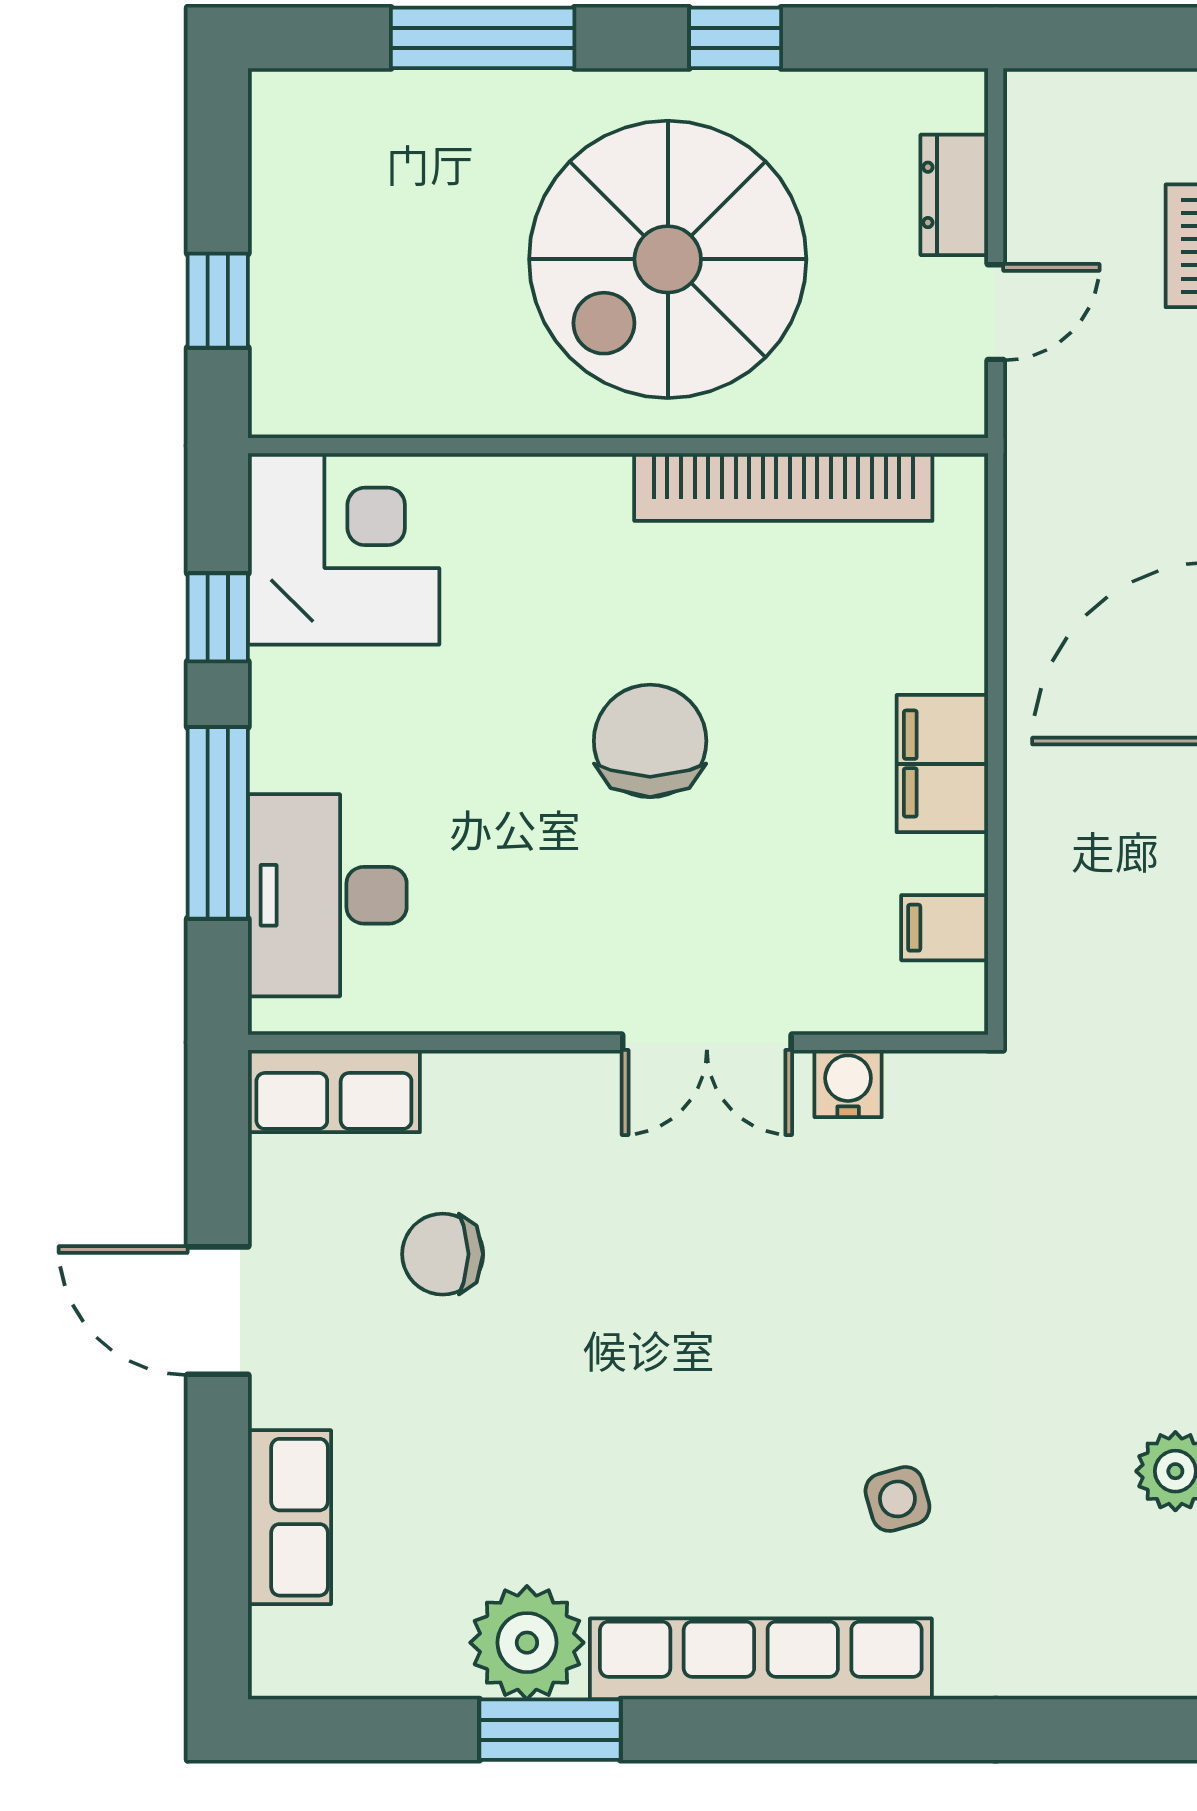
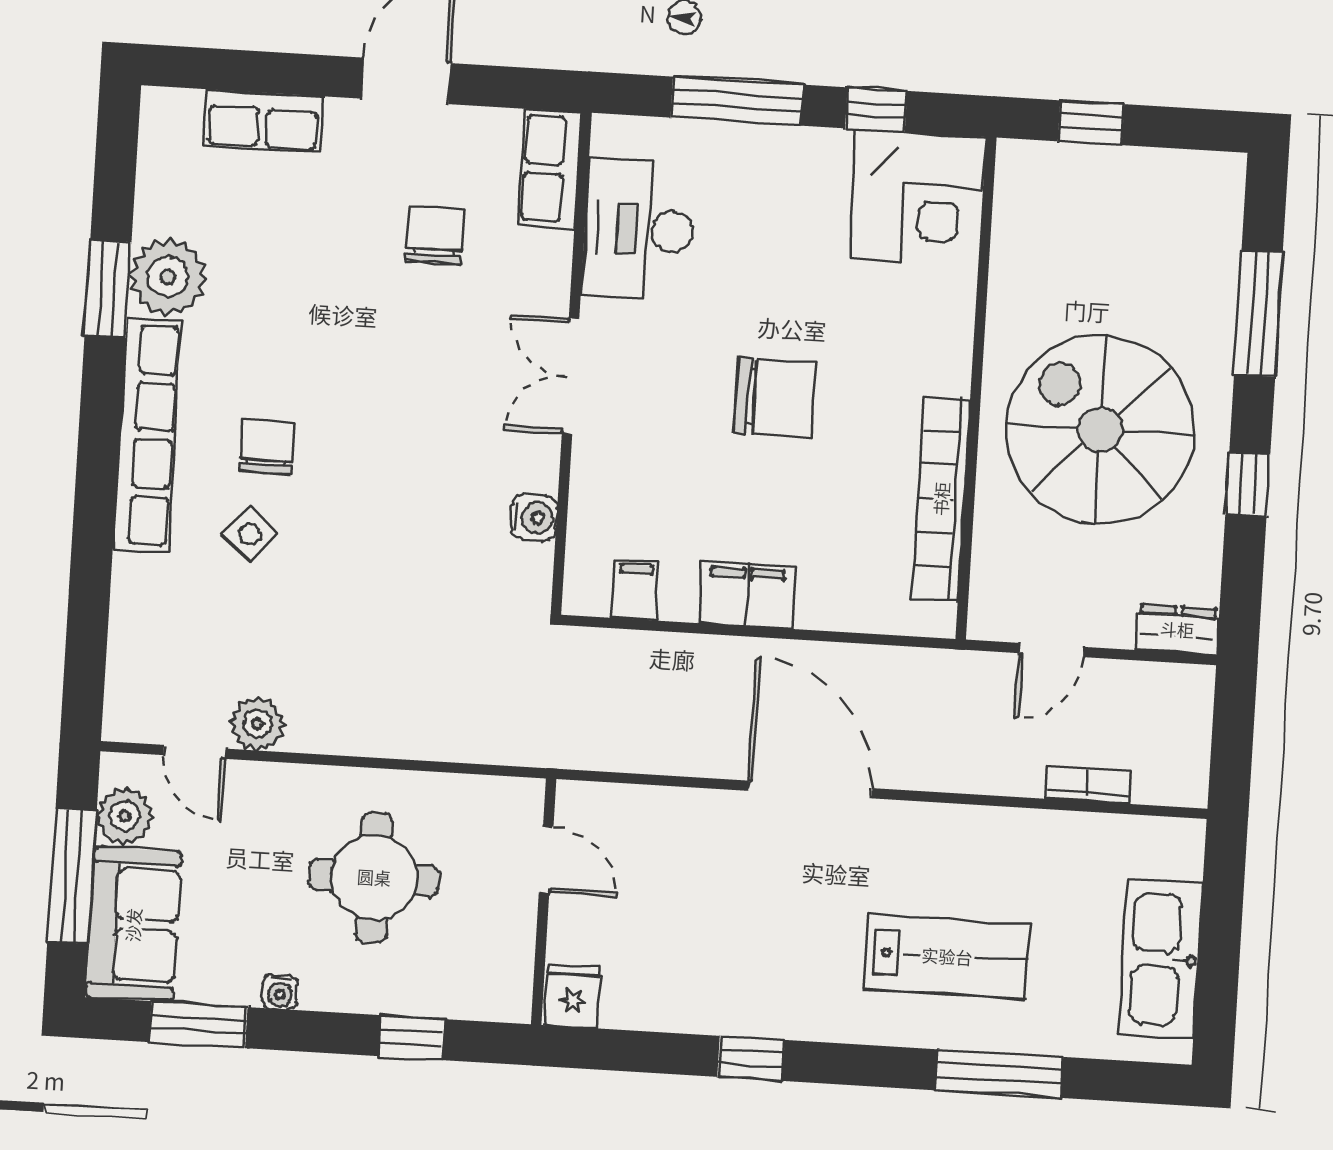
dresser: (954, 195) -> (1177, 629), moved
door: (996, 312) -> (1051, 650), hinge flipped
desk: (327, 895) -> (639, 229), moved, turned -90
double door: (707, 1042) -> (571, 376), moved
chair: (768, 1483) -> (266, 447), added
side table: (897, 1499) -> (250, 534), turned -34

